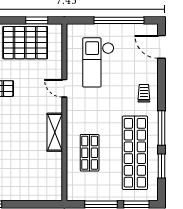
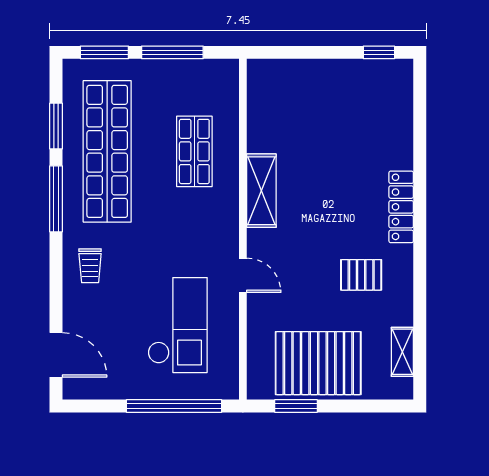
window: (119, 20) -> (174, 406), moved

